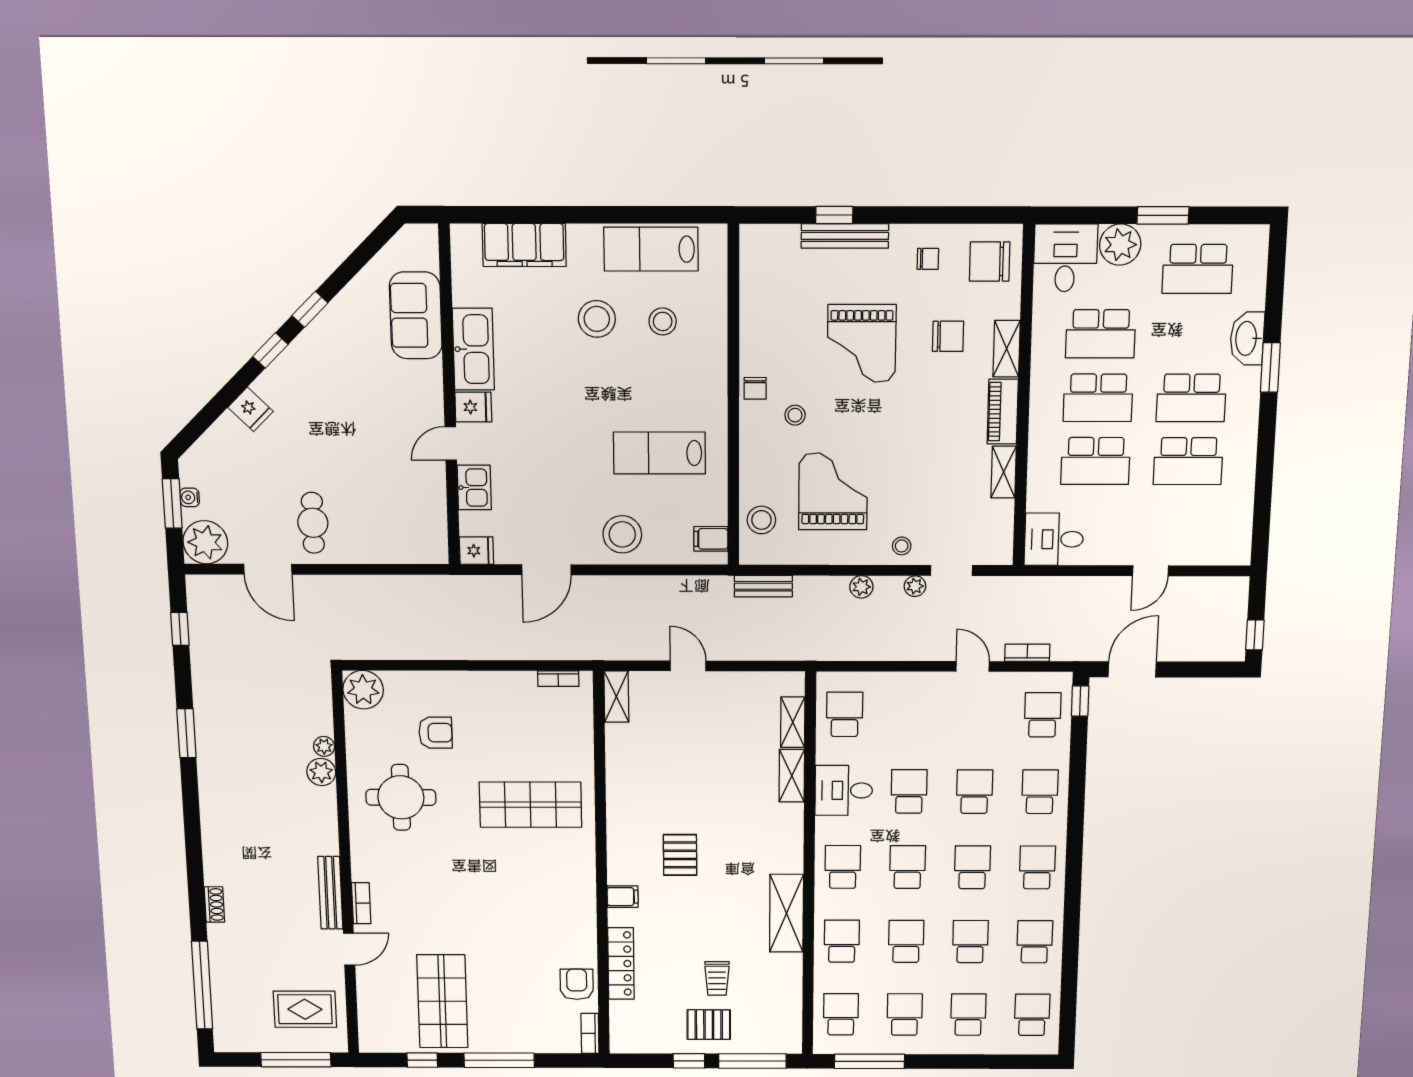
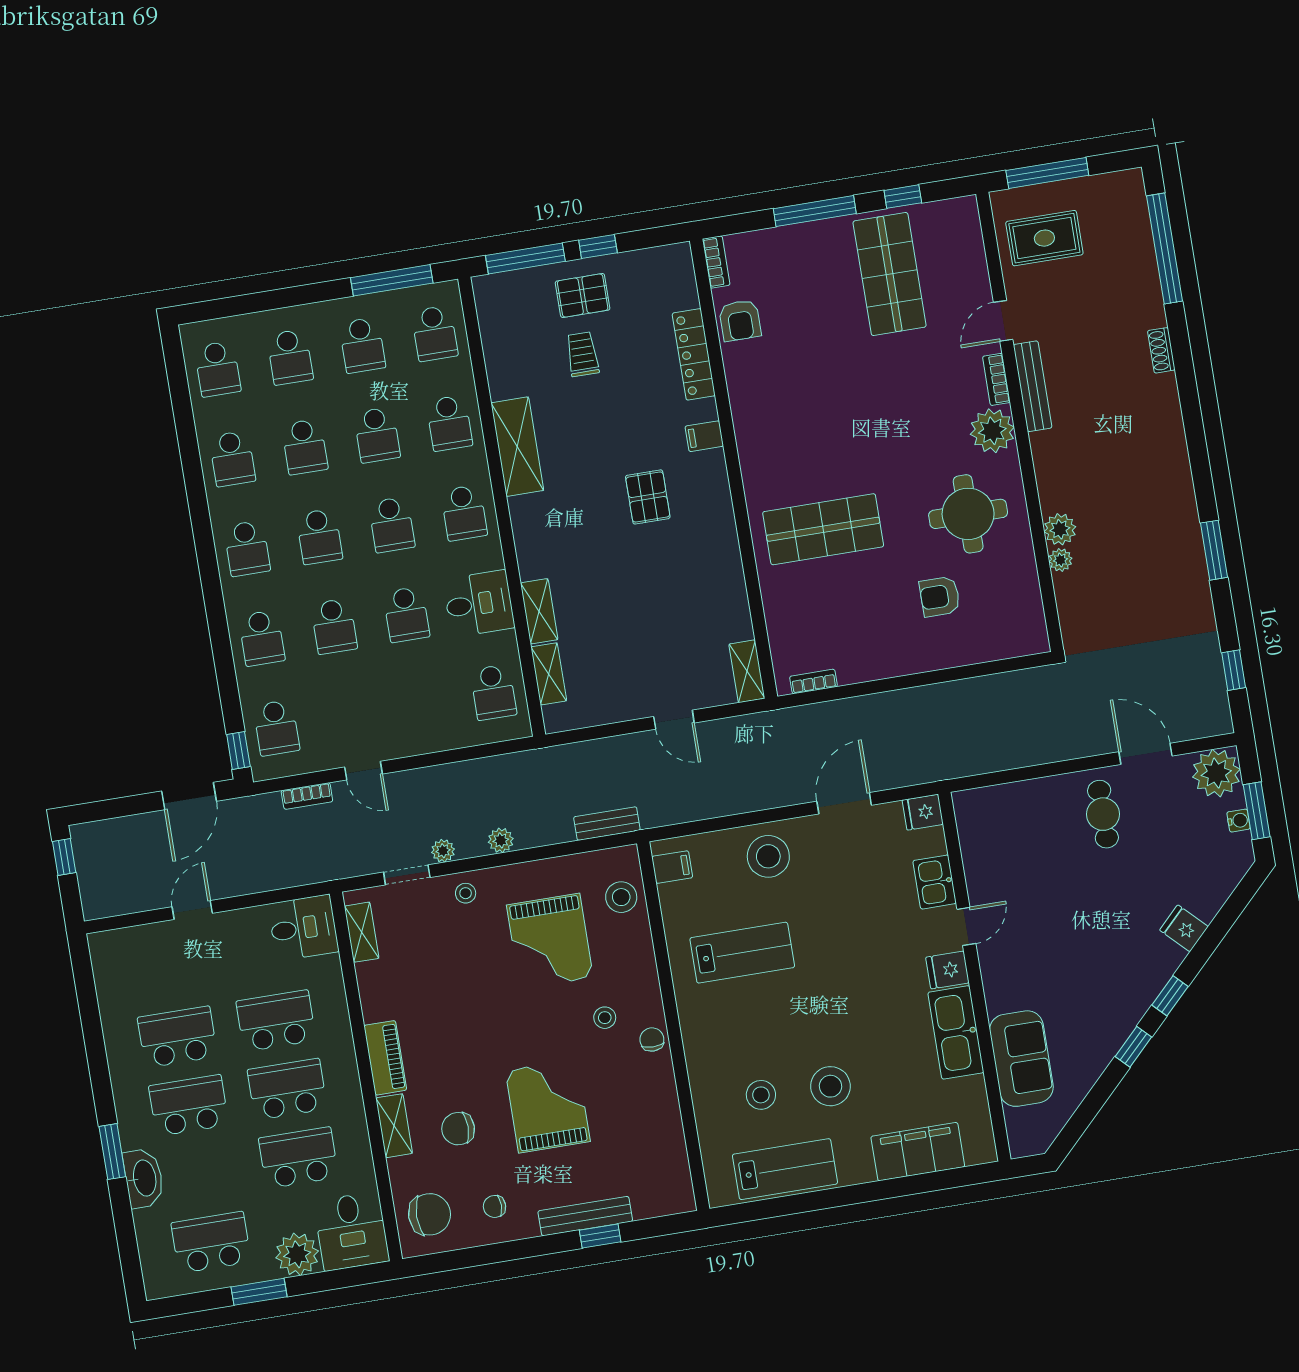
shelving: (1004, 472) -> (362, 932), moved
plant: (363, 690) -> (992, 431), moved

